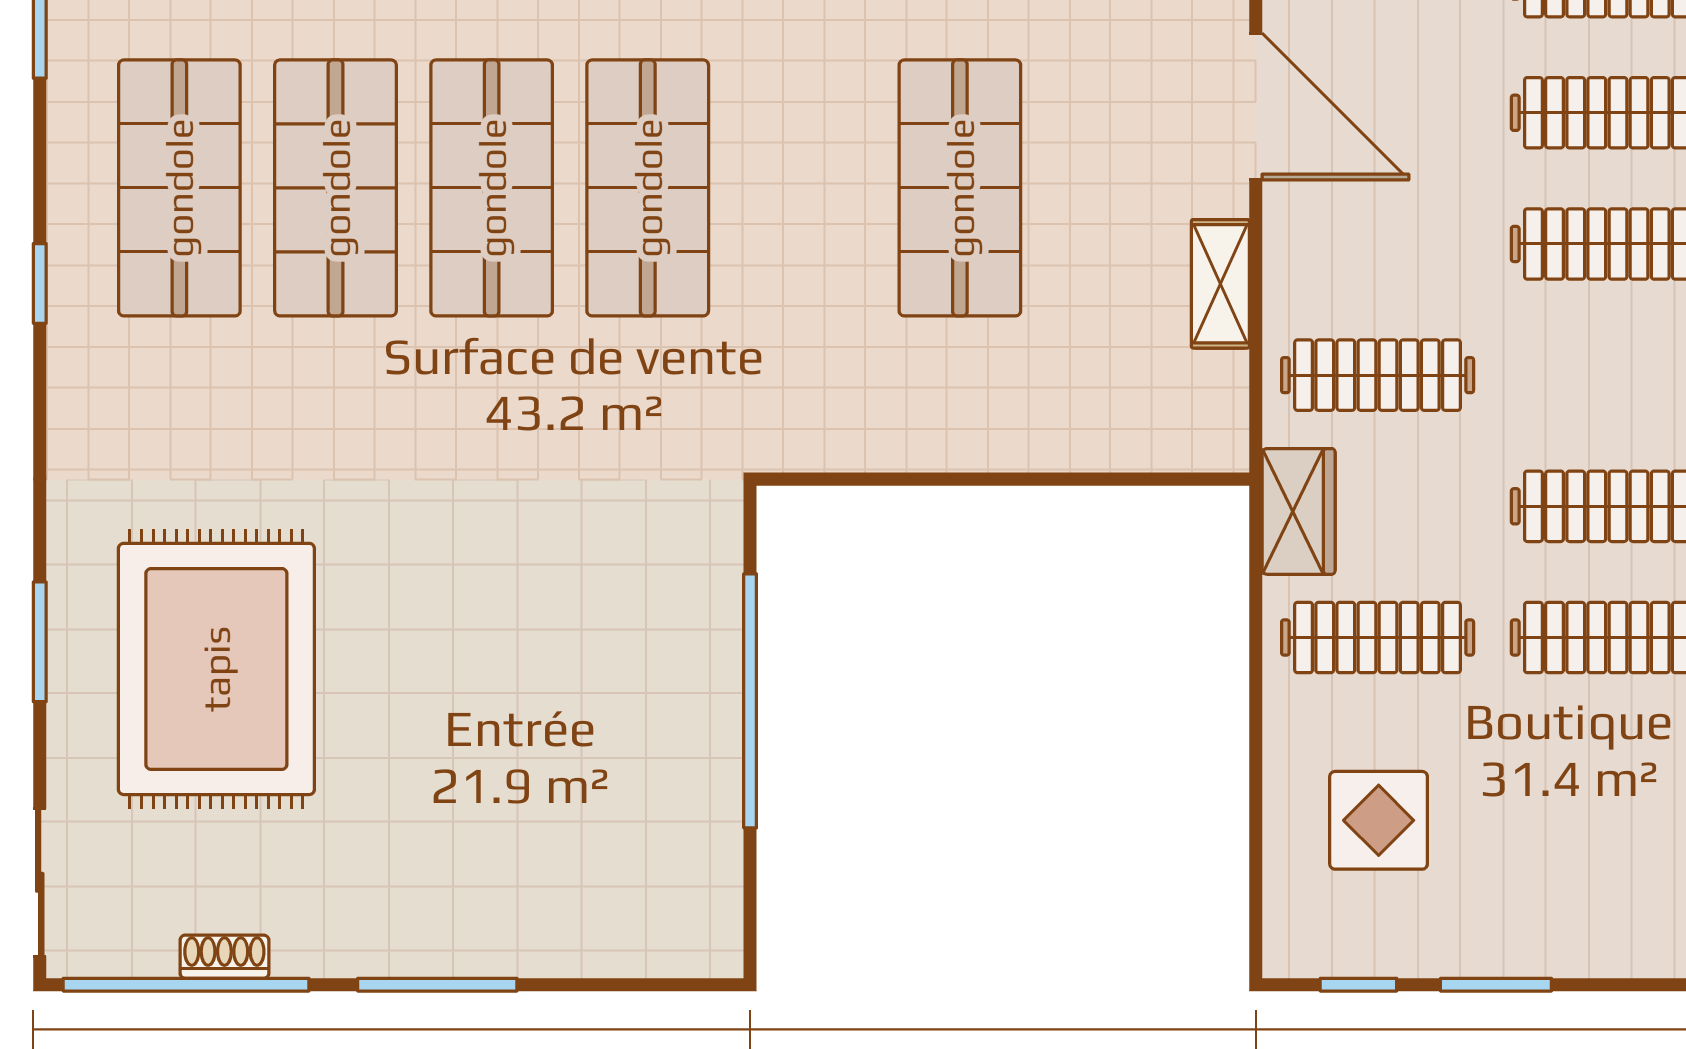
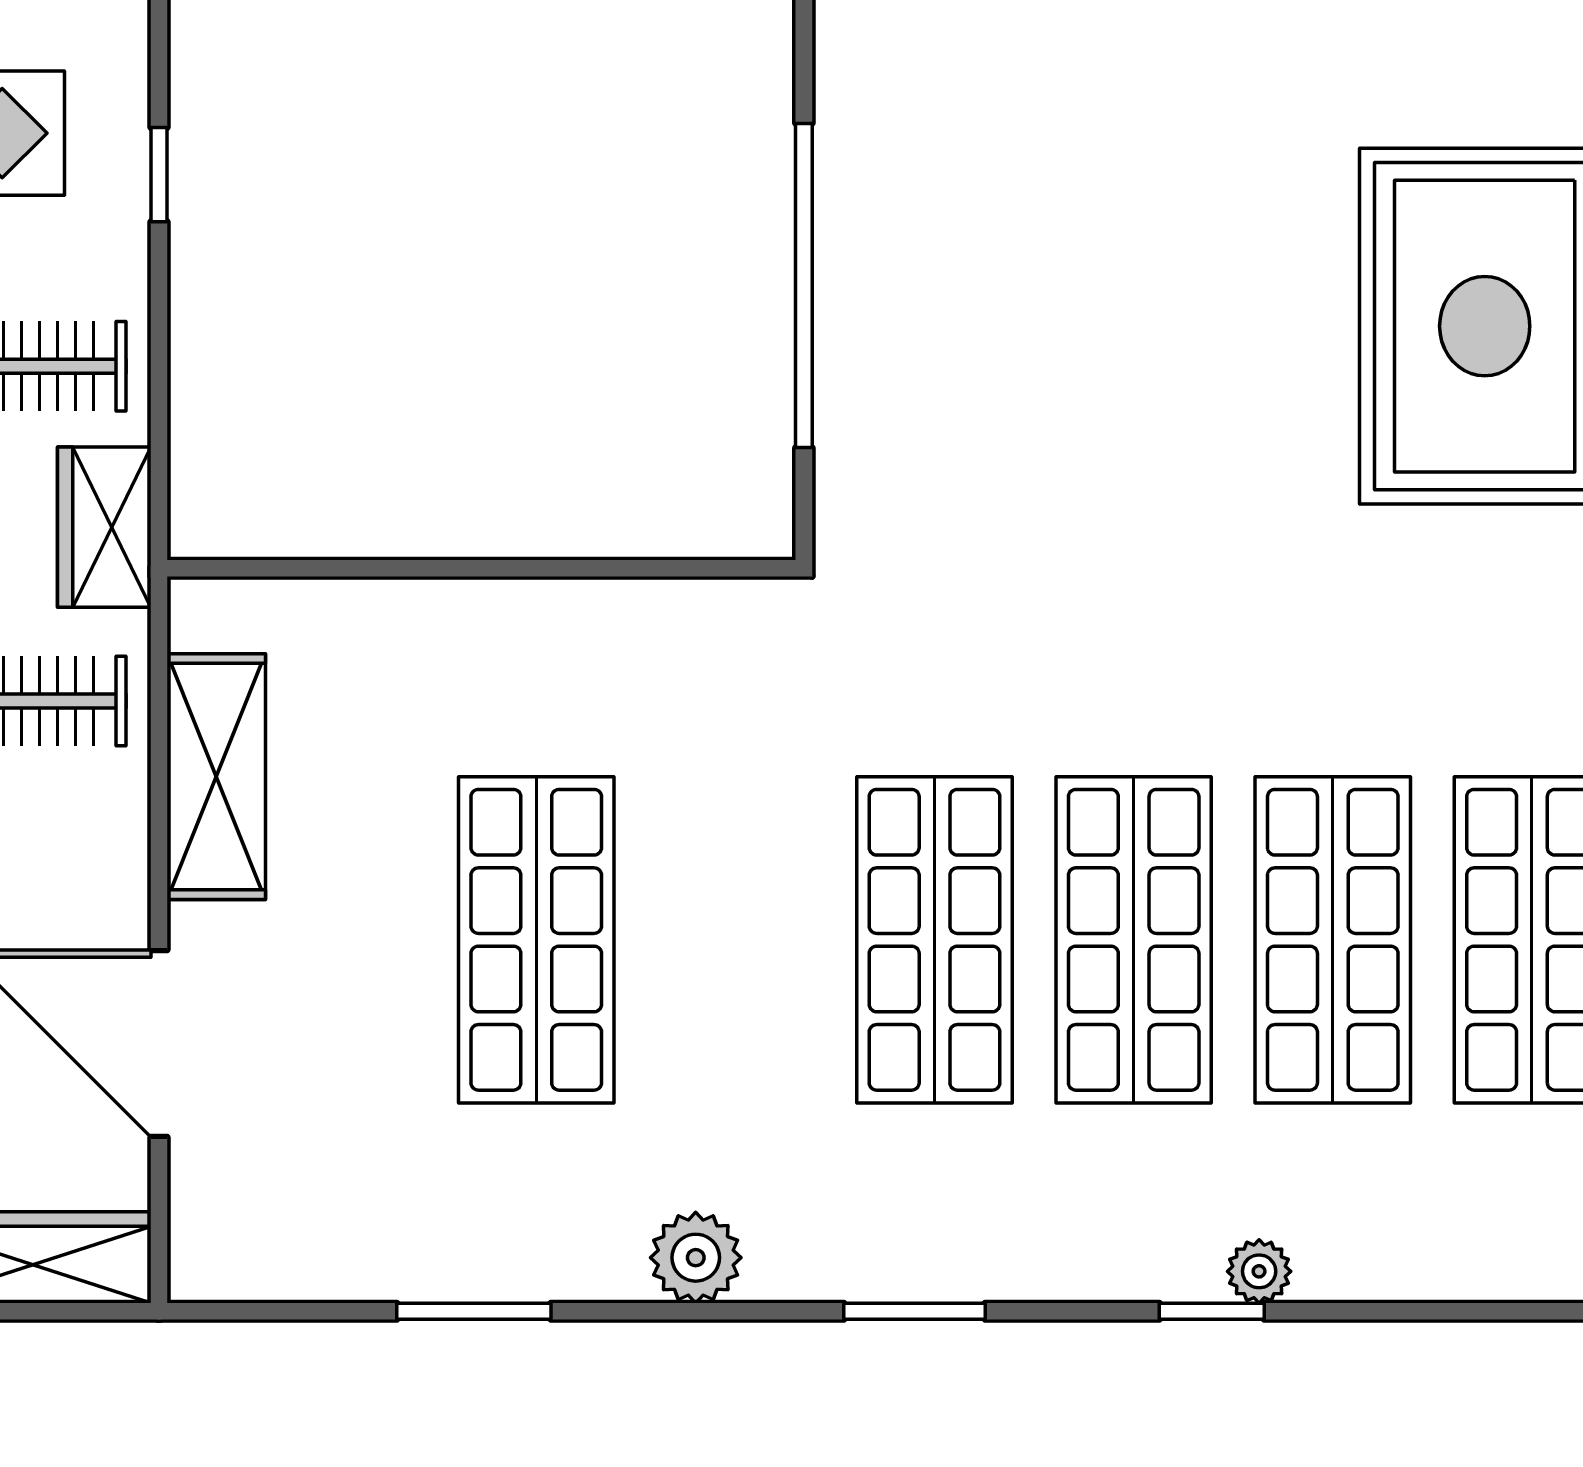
shelving: (1220, 284) -> (216, 777), width x1.50, depth x1.33
window: (1256, 788) -> (159, 175), added

